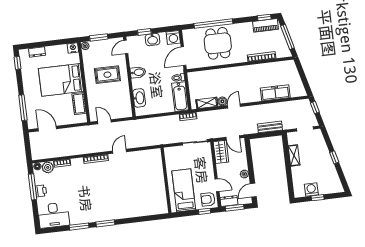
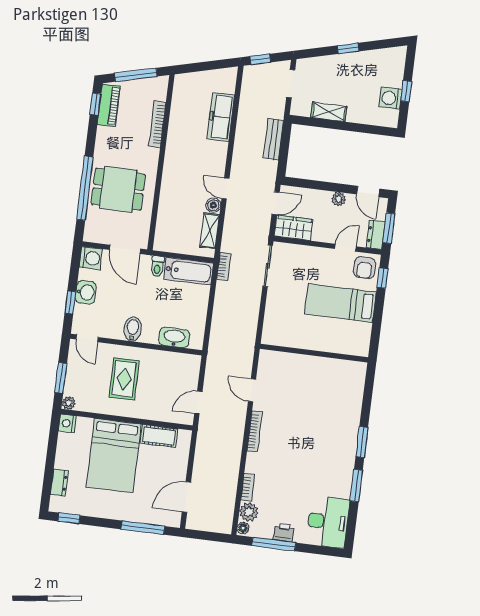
wall: (166, 180) -> (314, 353), moved

